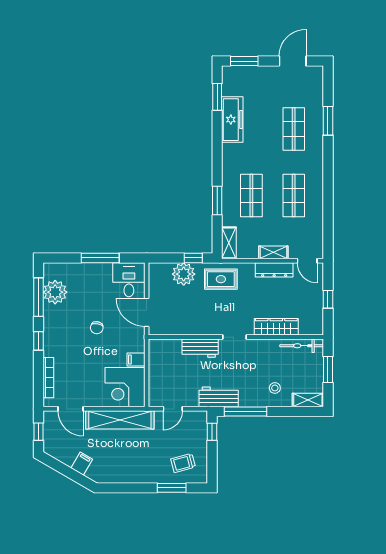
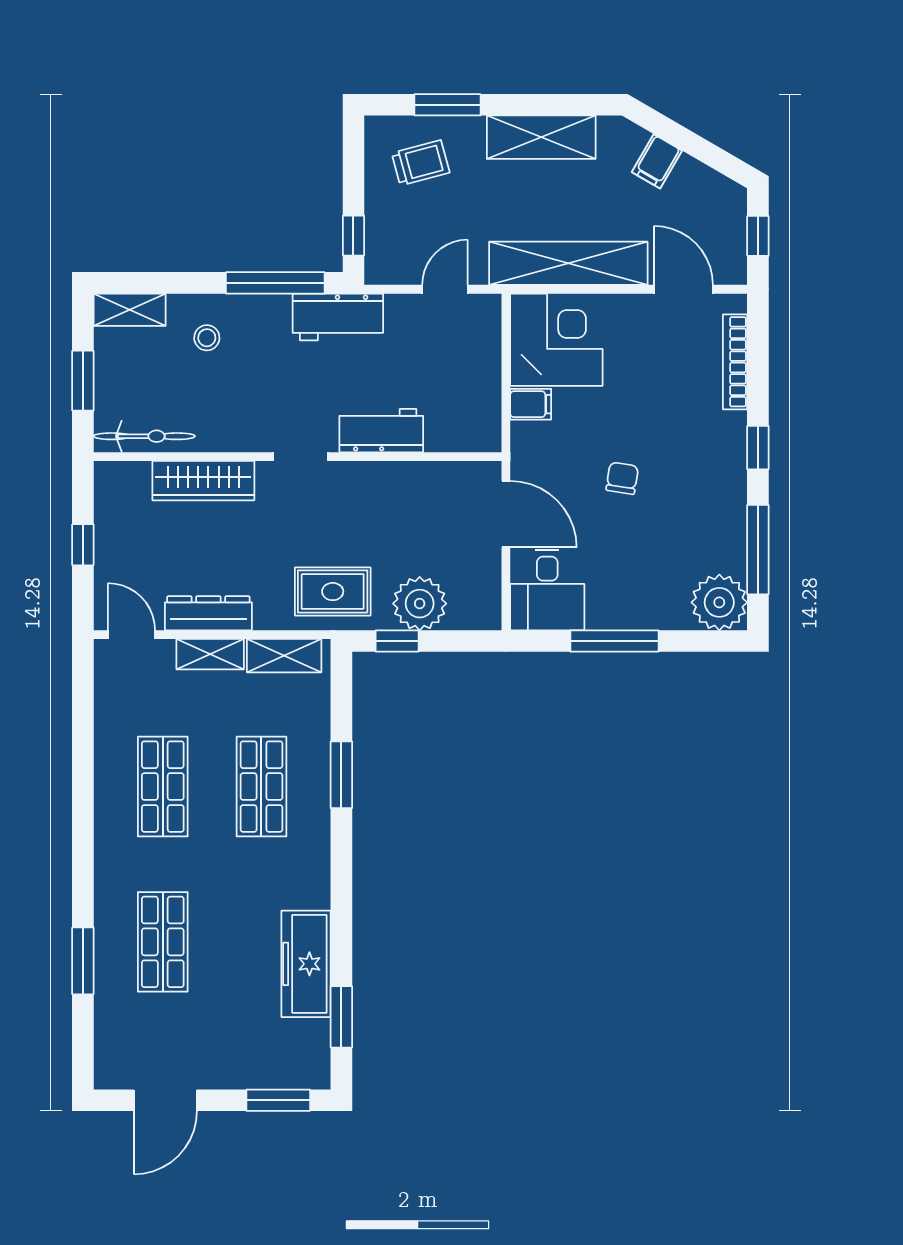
shelving: (229, 243) -> (284, 656), moved, turned 90
plant: (55, 292) -> (719, 602), moved
shelving: (131, 474) -> (541, 137), added

